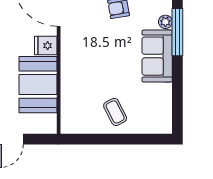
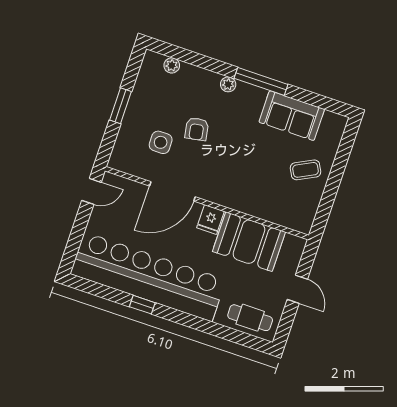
window: (177, 32) -> (261, 81), moved
sofa: (157, 56) -> (292, 116), moved

